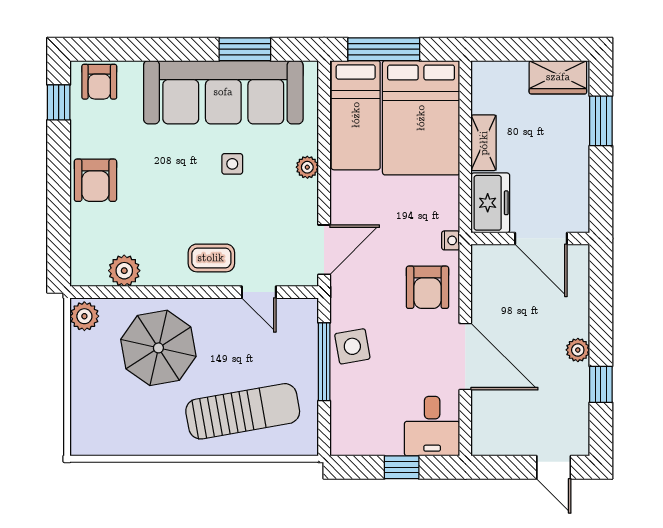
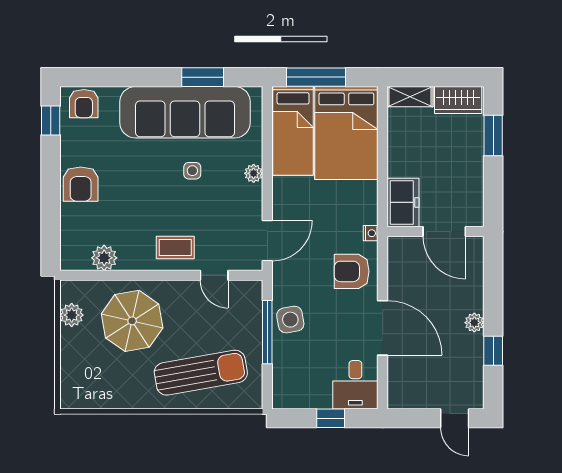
shelving: (484, 143) -> (410, 97), moved, turned 90
armchair: (427, 287) -> (352, 271), turned 90
plant: (84, 316) -> (72, 315), moved

